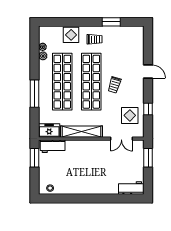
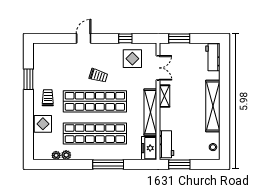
shelving: (96, 144) -> (164, 96), added
shelving: (87, 188) -> (213, 106), added

